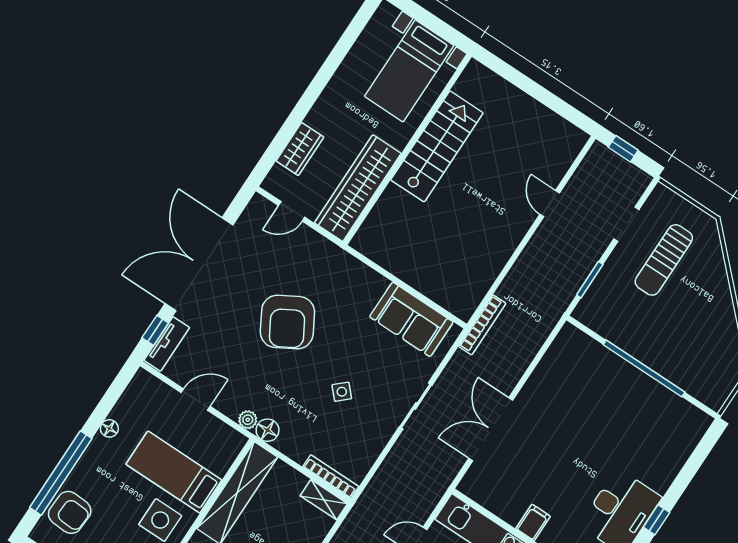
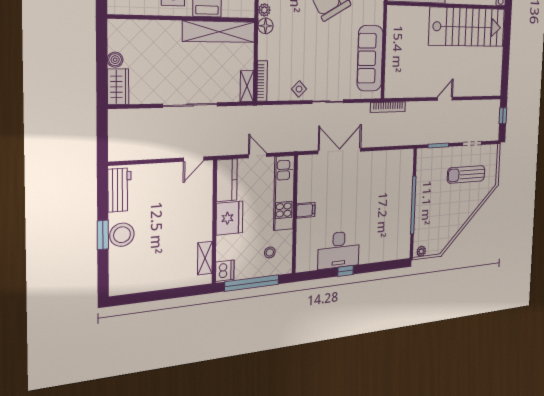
stairs: (437, 146) -> (467, 27), width x1.36, depth x1.51
door: (550, 204) -> (445, 99), moved
sofa: (411, 319) -> (370, 58), width x1.36
side table: (342, 392) -> (299, 89), moved
plant: (719, 396) -> (421, 251), added

